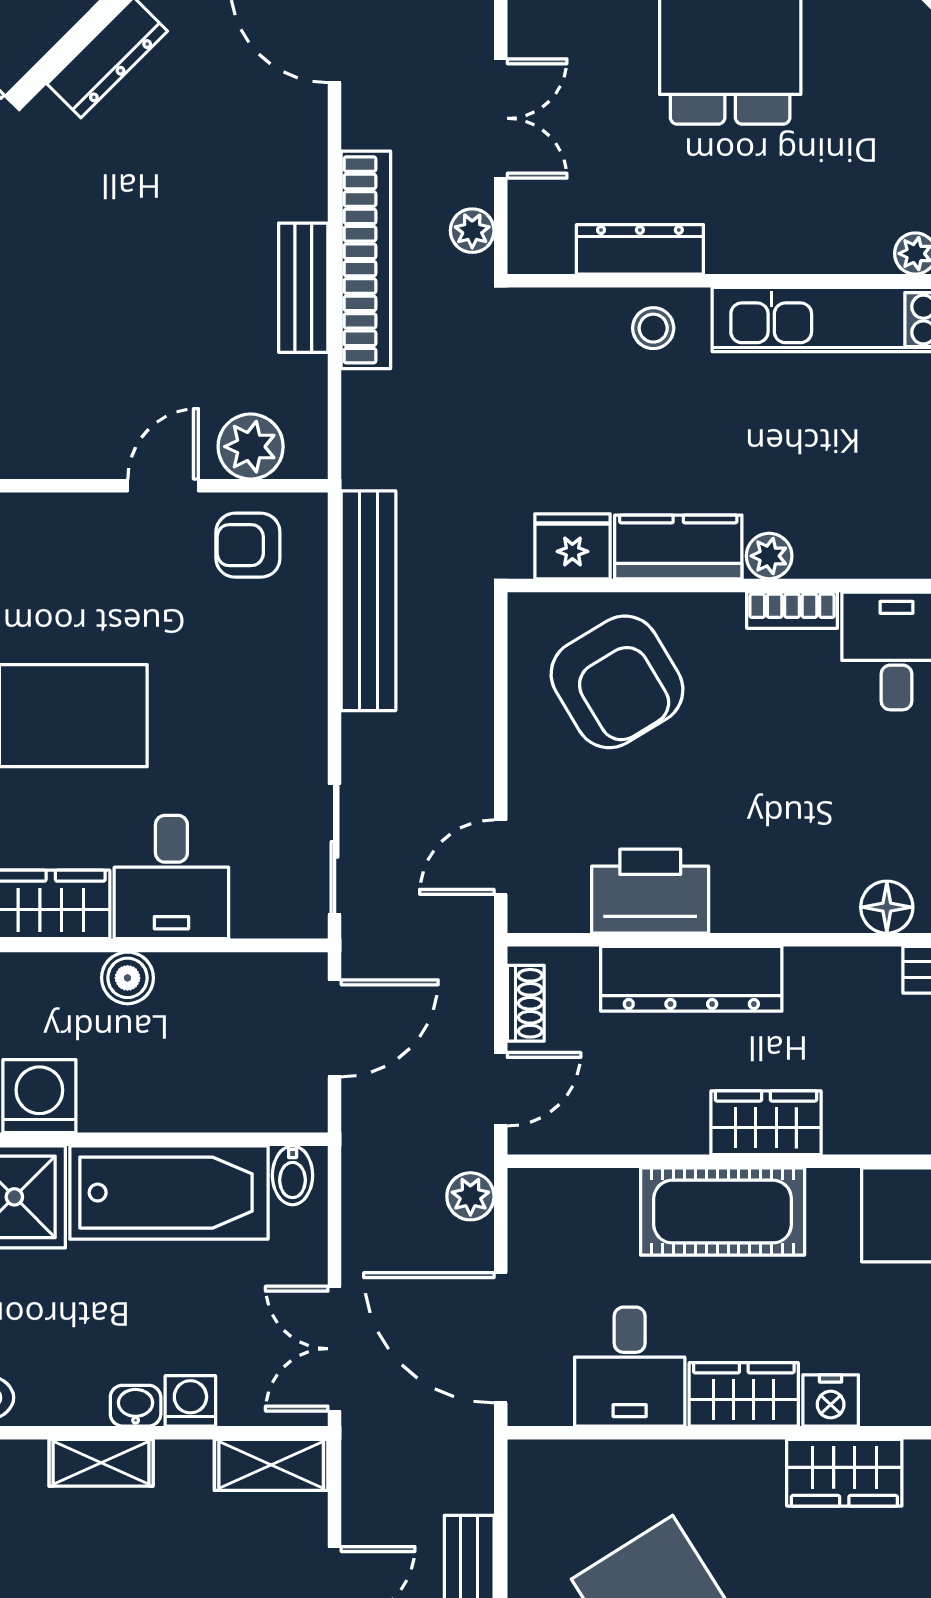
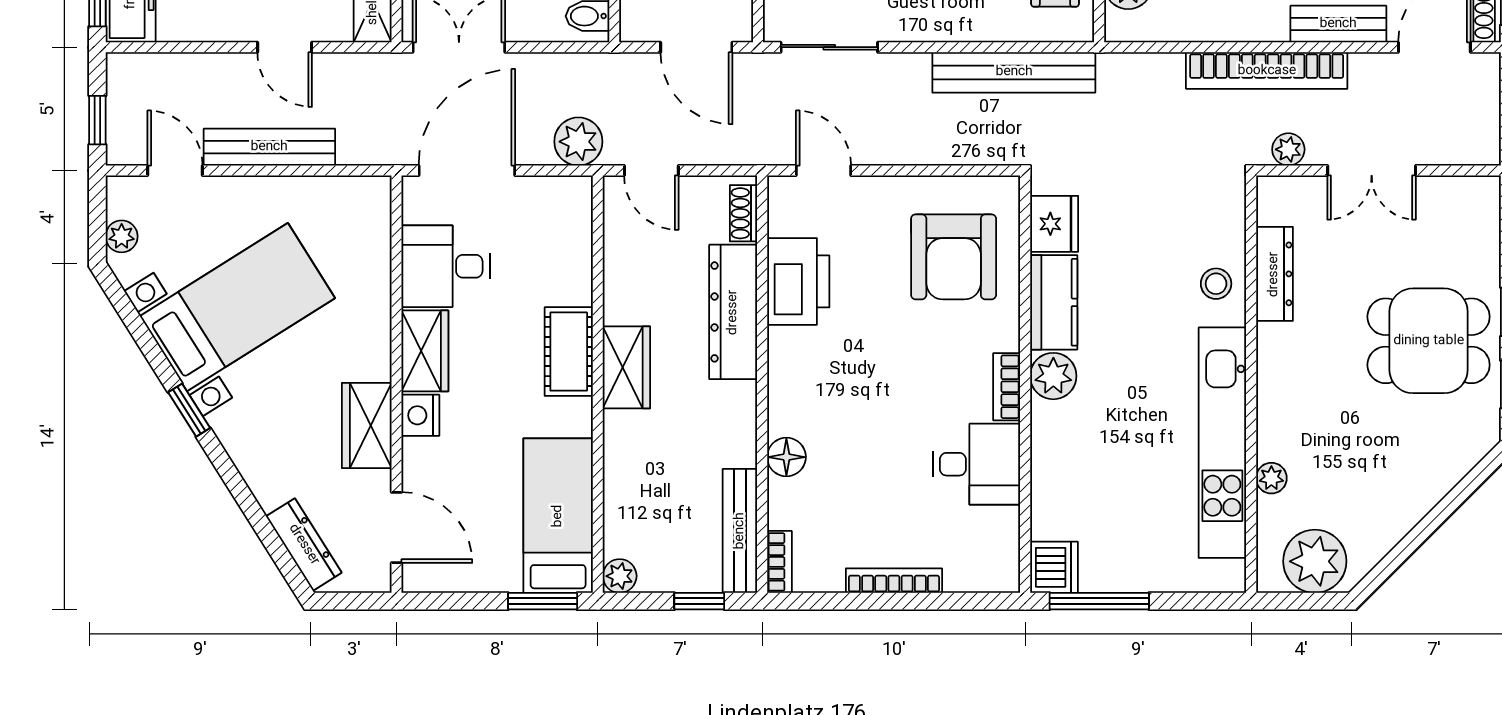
bench: (303, 288) -> (1338, 24), moved
plant: (769, 556) -> (1053, 376), width x1.38, depth x1.38
armchair: (617, 682) -> (954, 257), turned -59
shoe rack: (526, 1003) -> (744, 213), moved, turned 90
plant: (470, 1196) -> (578, 142), width x1.38, depth x1.38
cot: (723, 1212) -> (569, 352), width x0.73, depth x0.75

